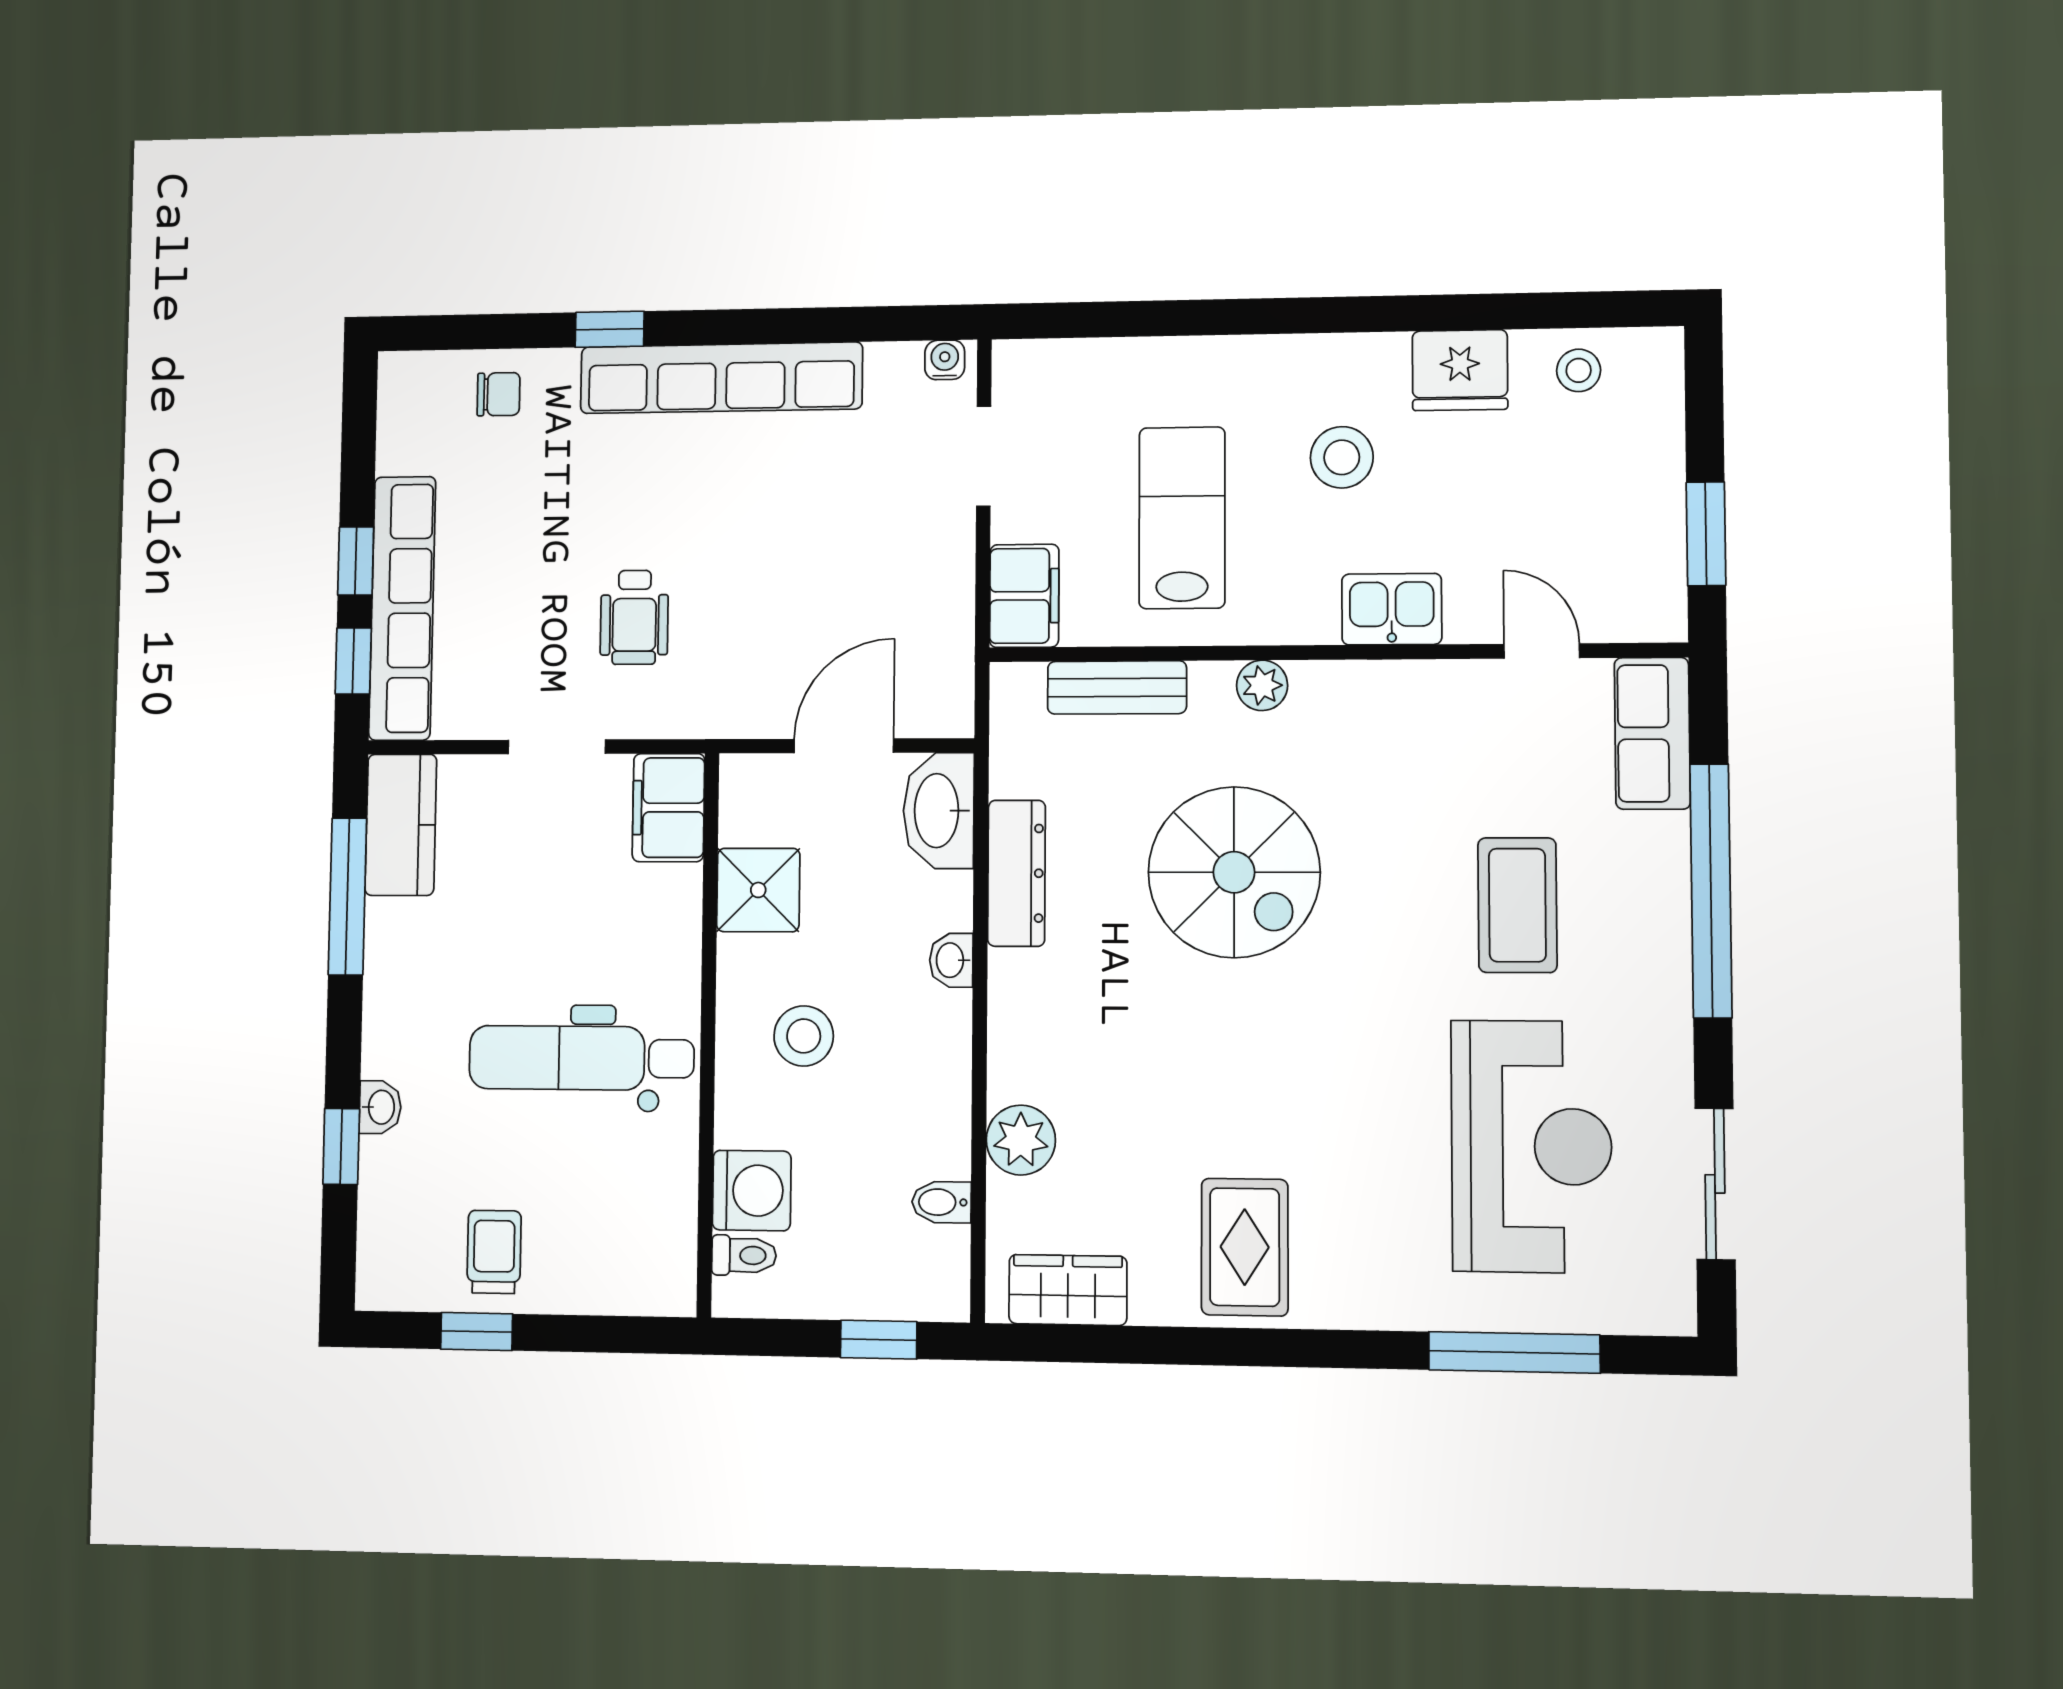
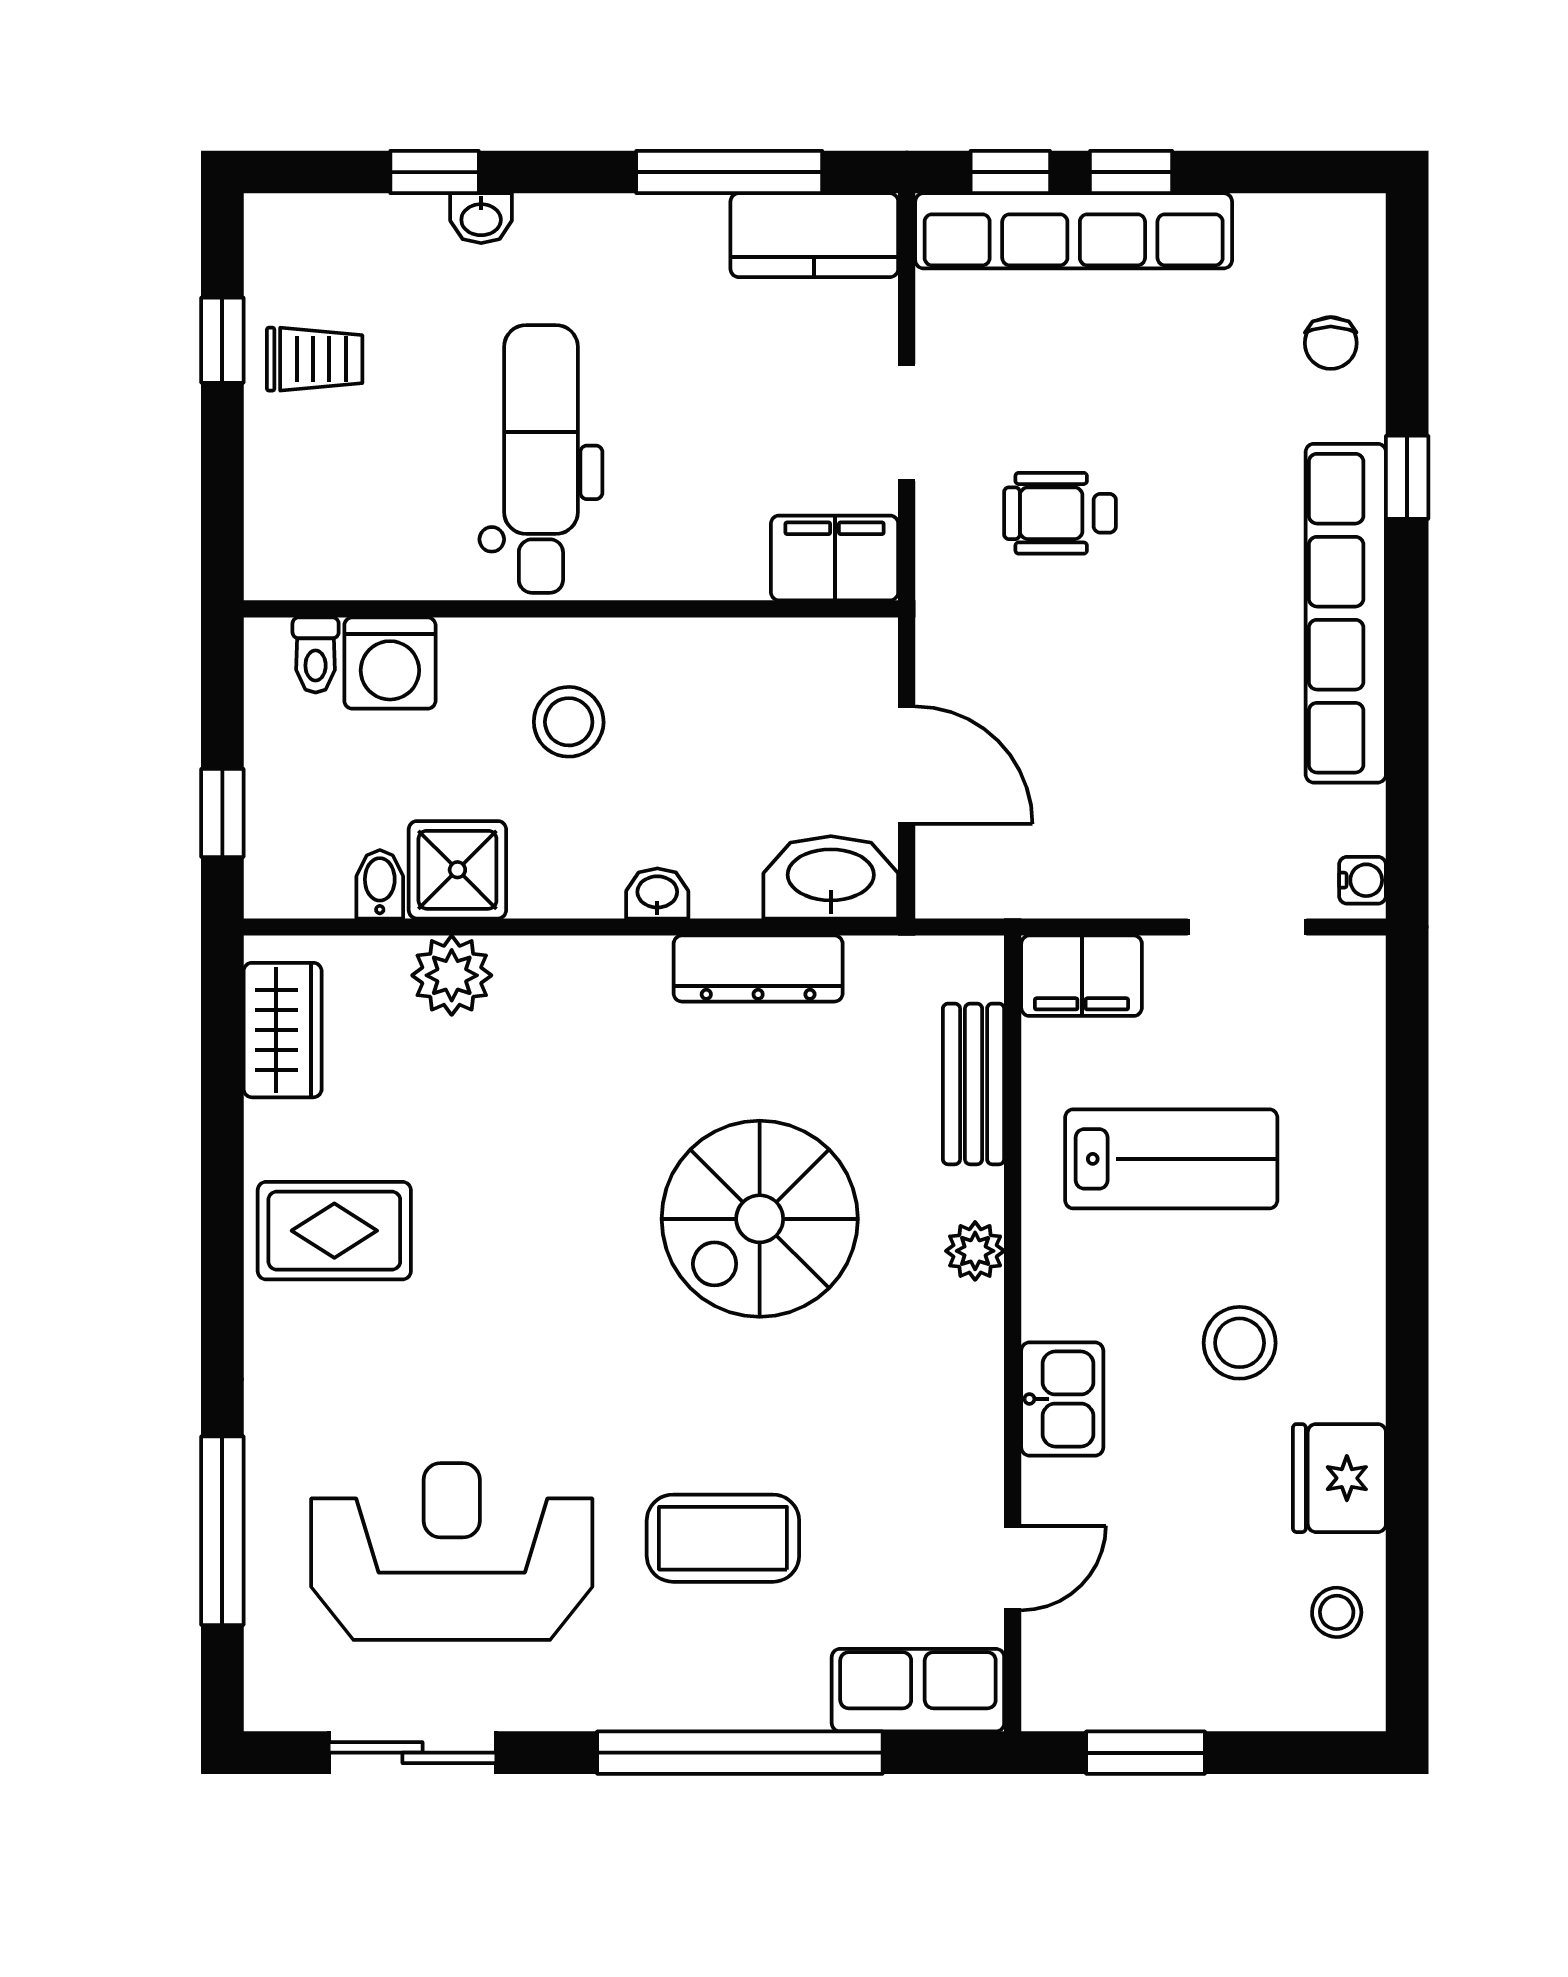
shower: (758, 890) -> (457, 870), moved
reception desk: (1531, 1146) -> (452, 1552), turned 180

